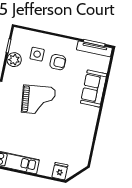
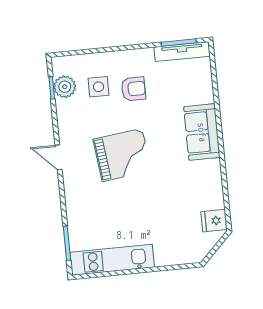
plant: (14, 60) -> (65, 87), moved
sofa: (94, 88) -> (202, 132), moved
fridge: (60, 171) -> (214, 221), moved, turned -90

